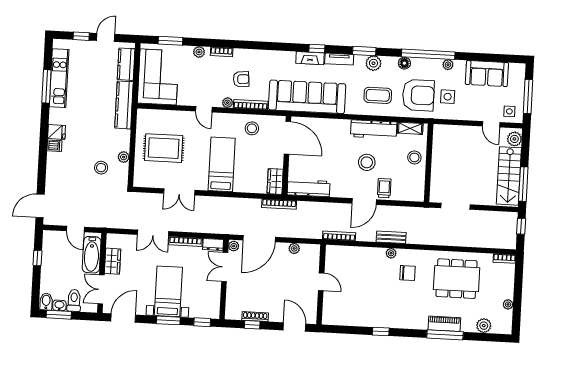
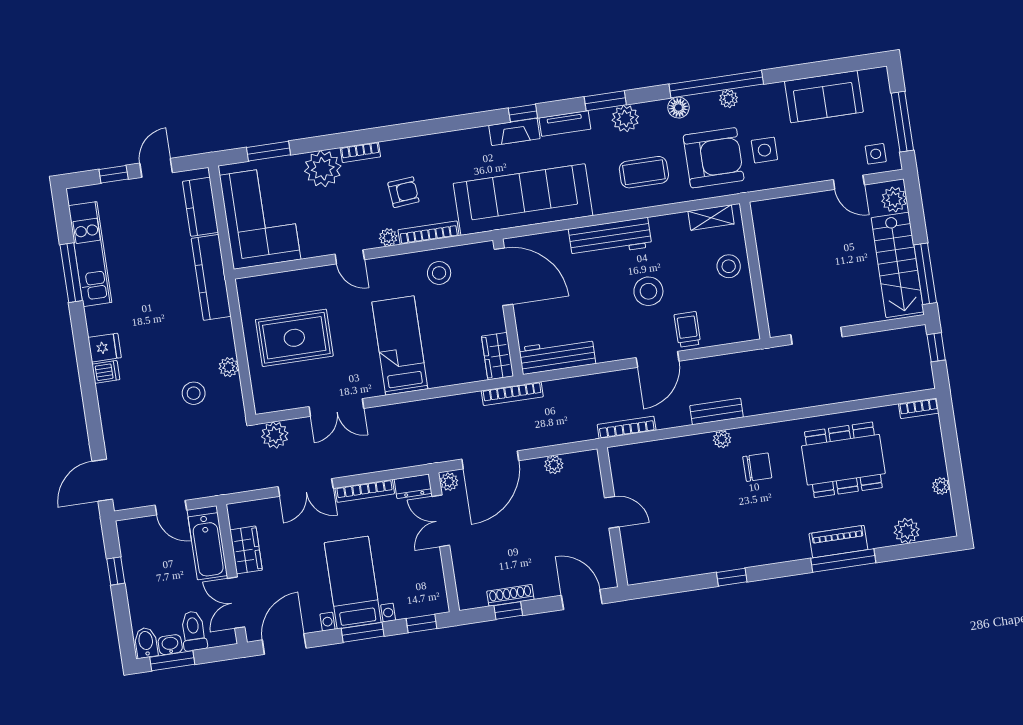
plant: (199, 52) -> (323, 169), width x1.87, depth x1.87
plant: (448, 65) -> (729, 99), moved
workbench: (374, 129) -> (610, 238), moved
plant: (142, 200) -> (275, 435), added

